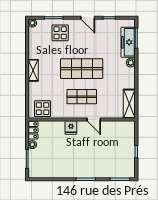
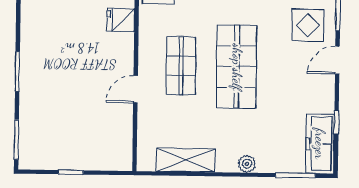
door: (88, 18) -> (337, 60), moved
freezer: (128, 42) -> (320, 144), moved, turned -90
shelving: (129, 104) -> (186, 160), moved
fridge: (71, 127) -> (121, 20), moved

